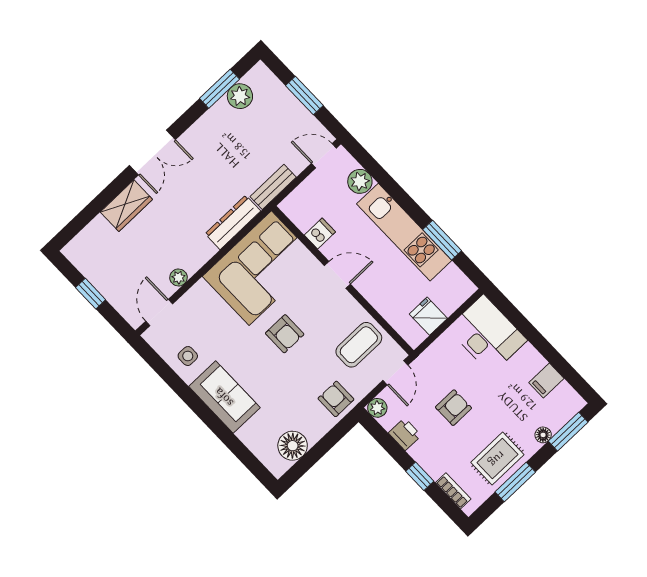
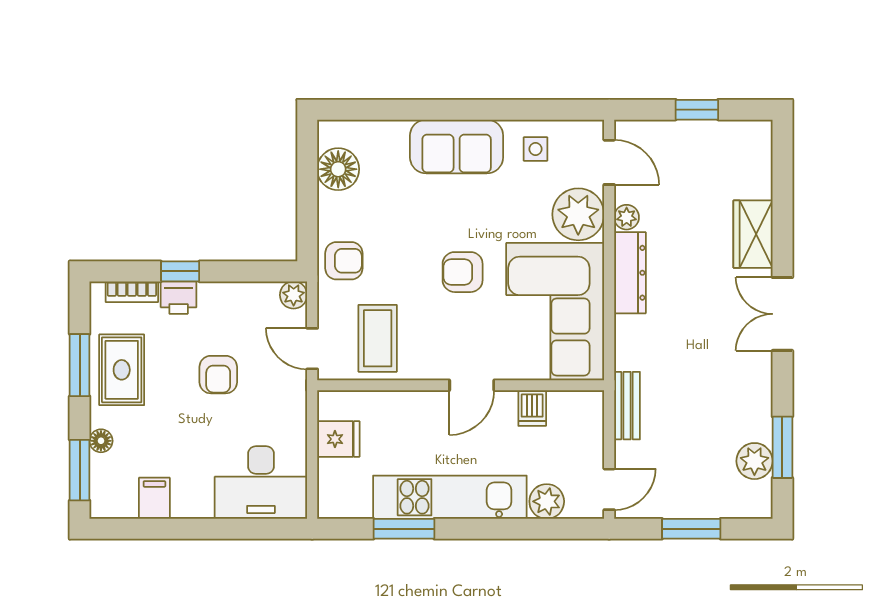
dresser: (233, 222) -> (630, 273), moved
plant: (200, 303) -> (578, 214), added
printer: (405, 434) -> (179, 298), moved

